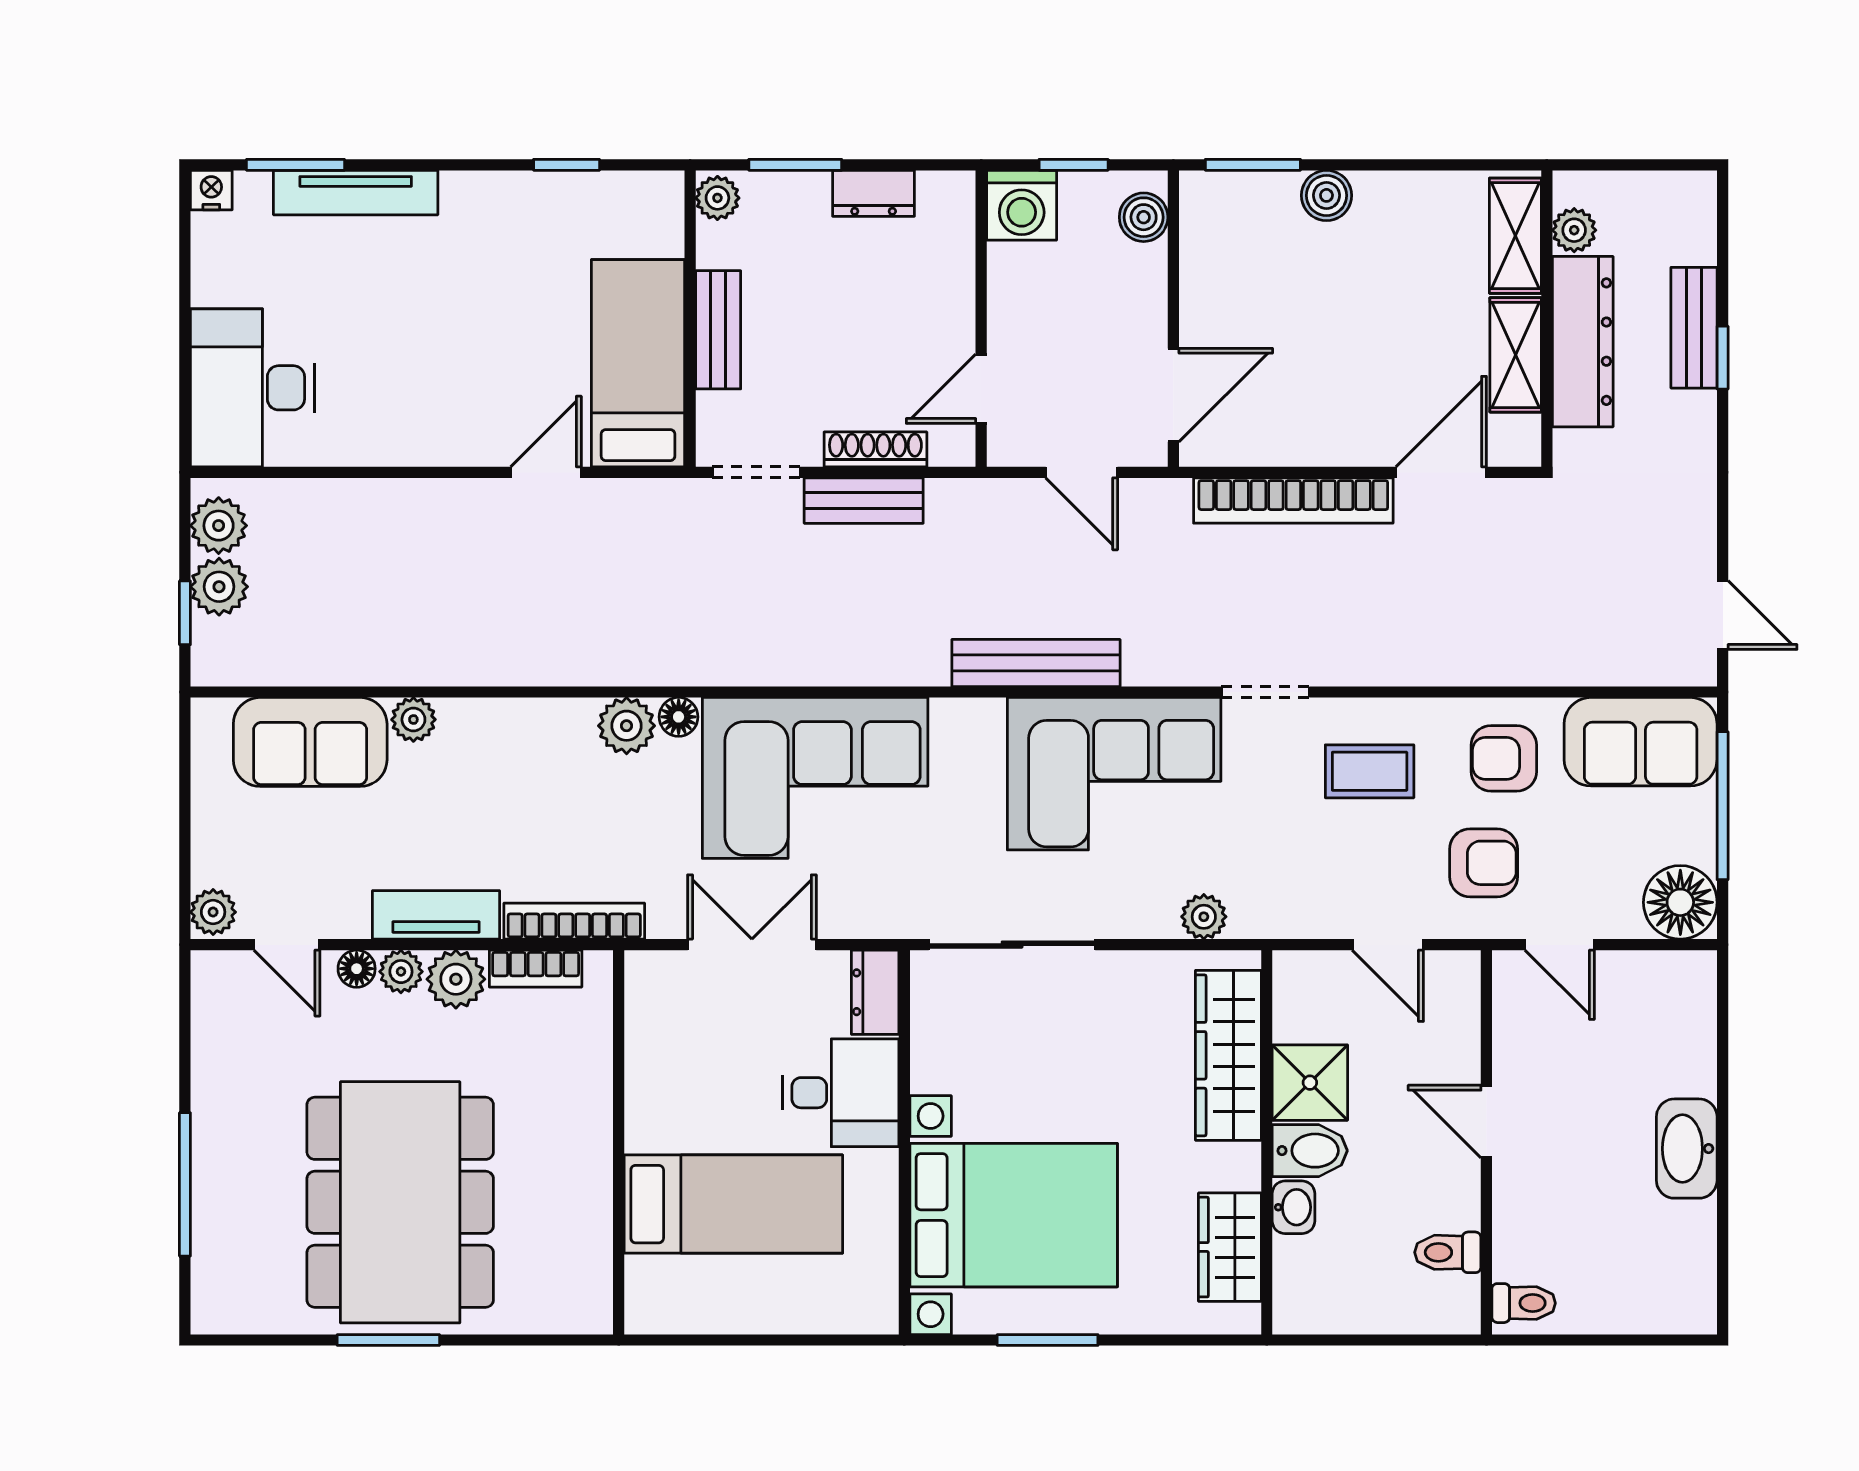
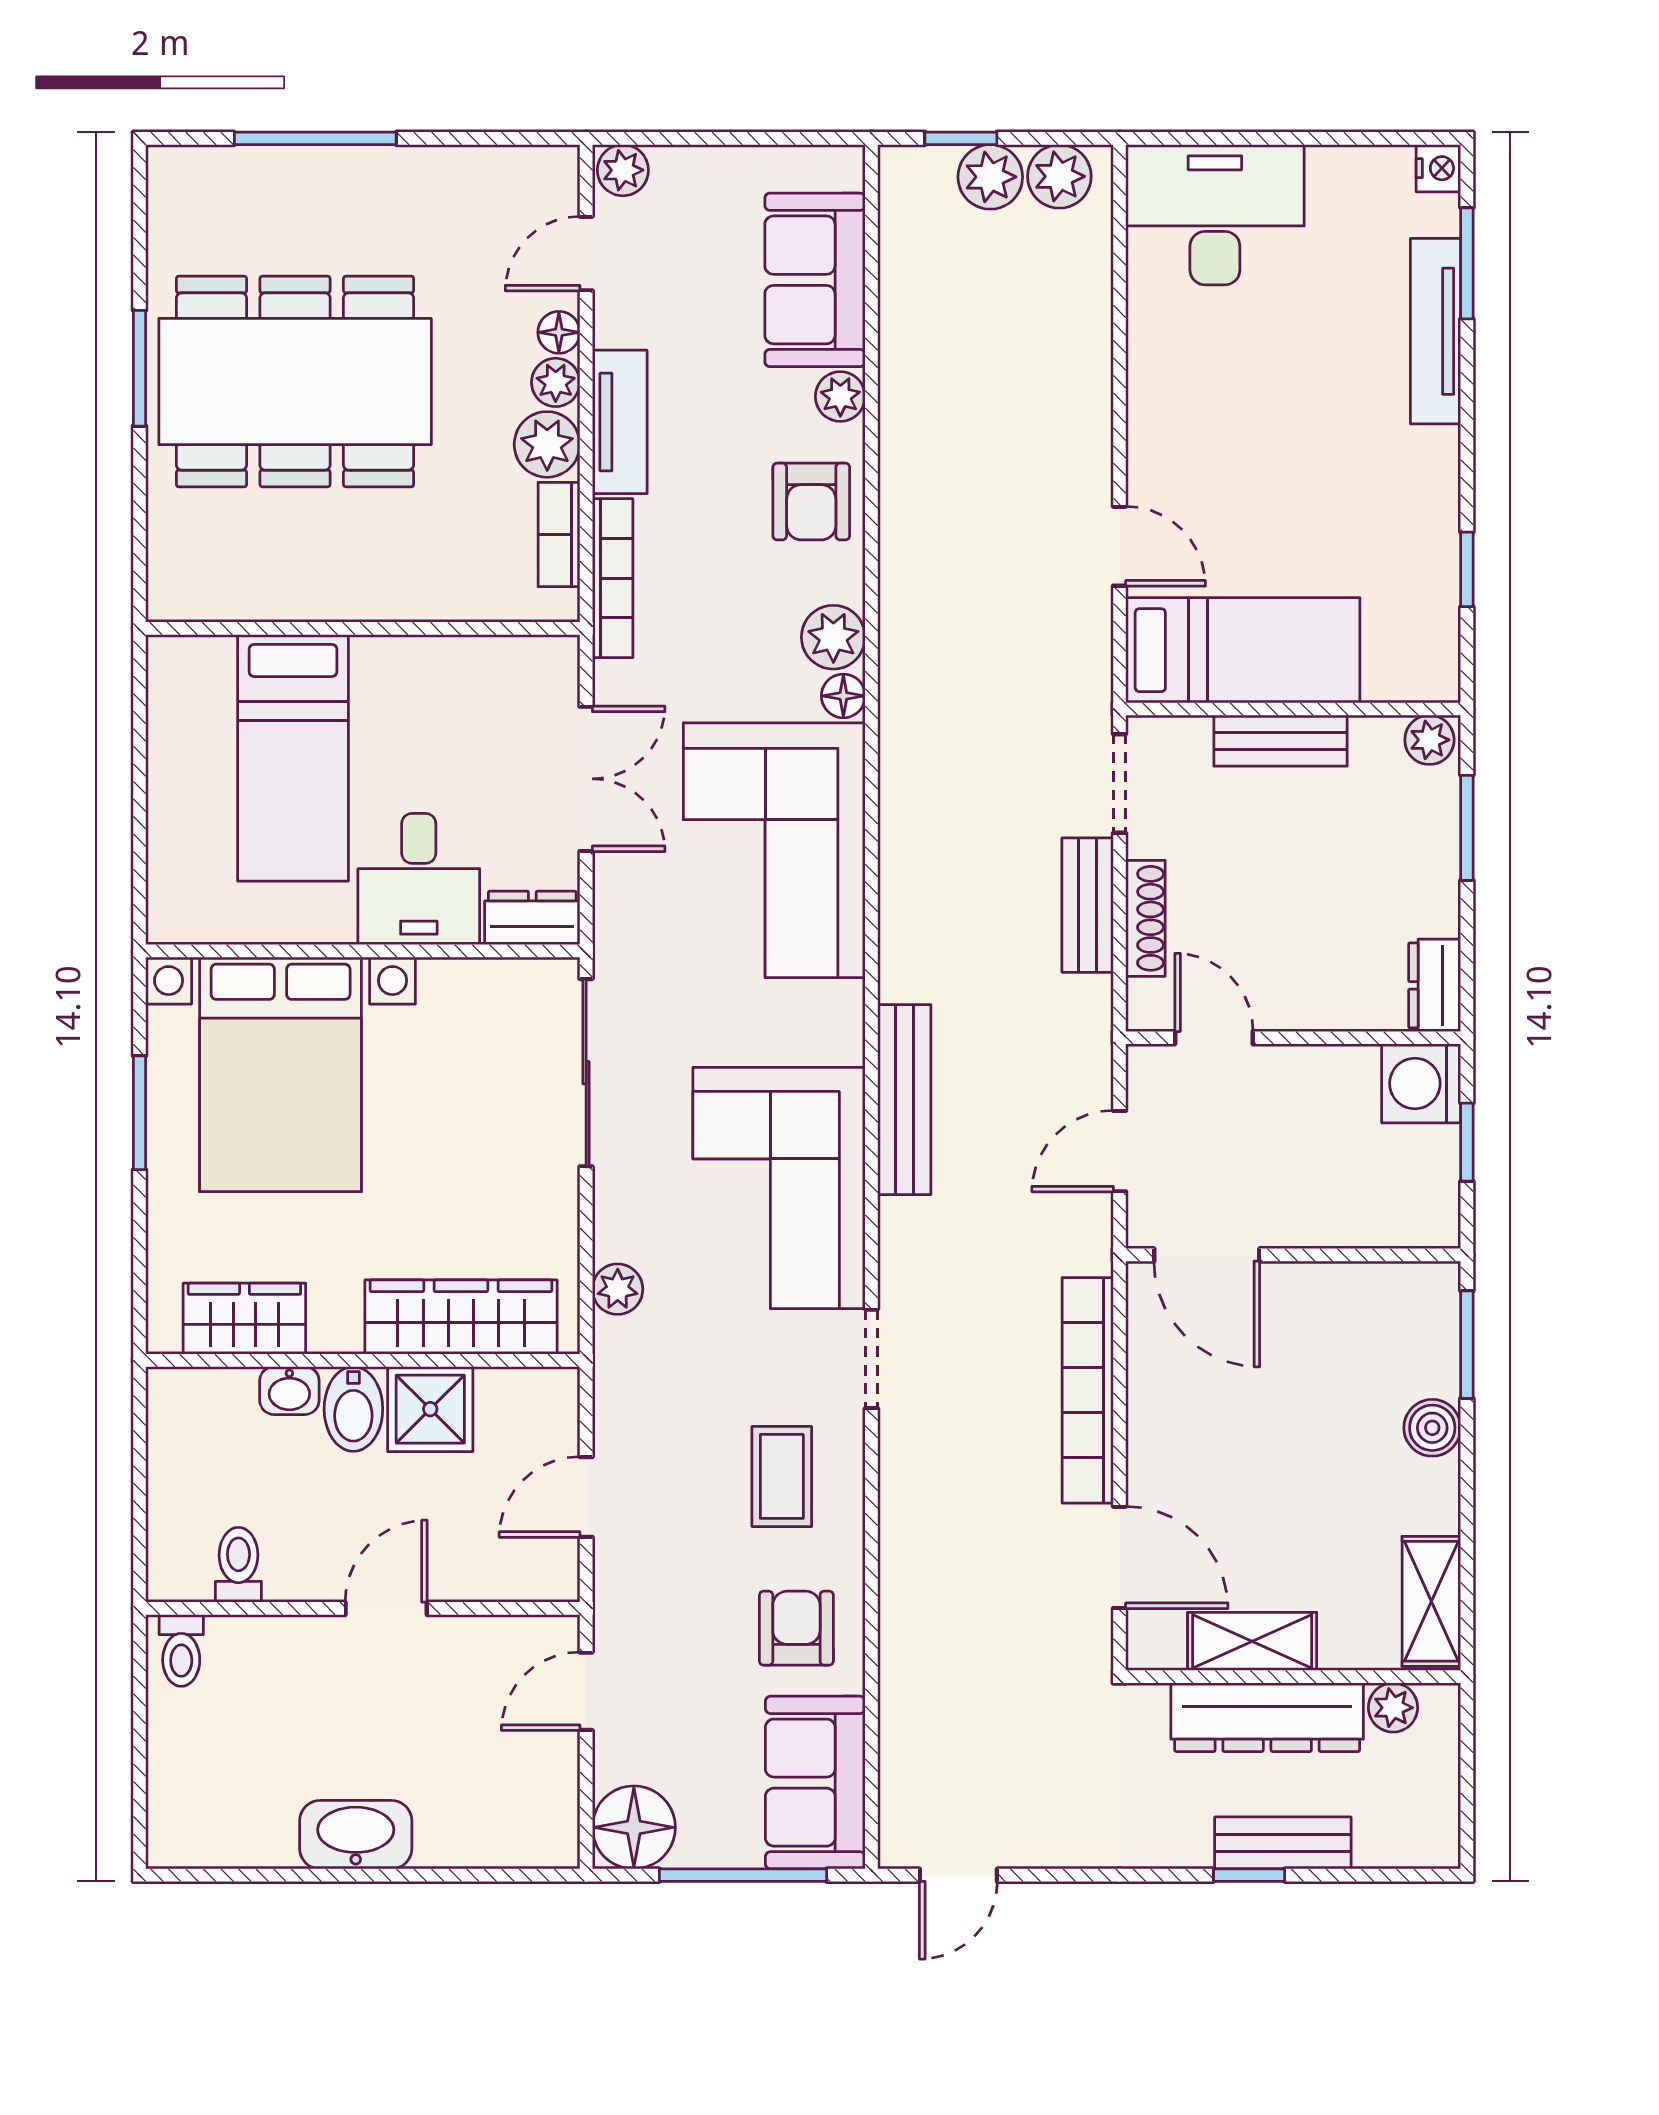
dresser: (874, 193) -> (1435, 985), moved
boiler: (1144, 217) -> (1408, 1221), removed
shelving: (1515, 236) -> (1431, 1601), moved, turned 90
armchair: (1484, 863) -> (811, 502), moved

